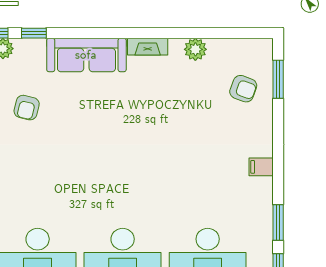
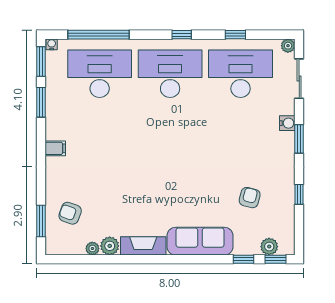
plant: (216, 46) -> (92, 249), added
fireplace: (148, 47) -> (143, 246), width x1.37, depth x1.32

